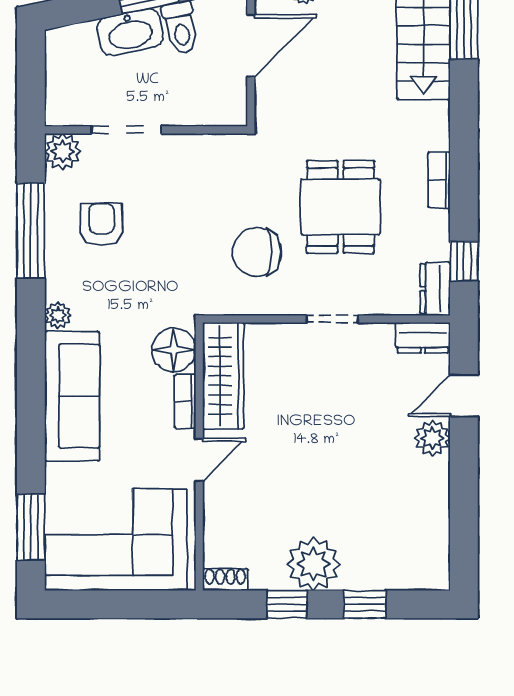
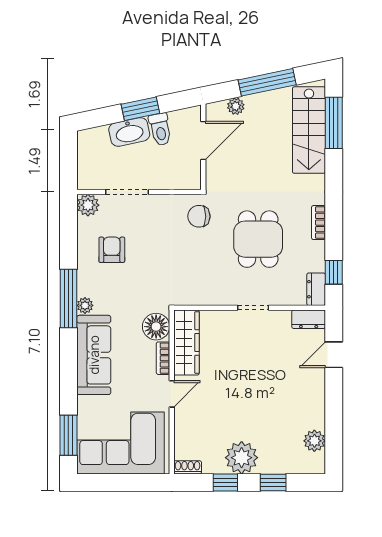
window: (31, 230) -> (68, 298), moved
chair: (257, 252) -> (199, 216), moved, width x0.73, depth x0.73
plant: (432, 438) -> (314, 441), moved

